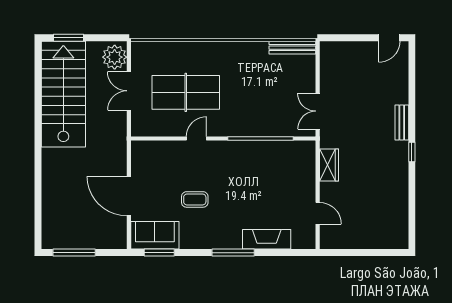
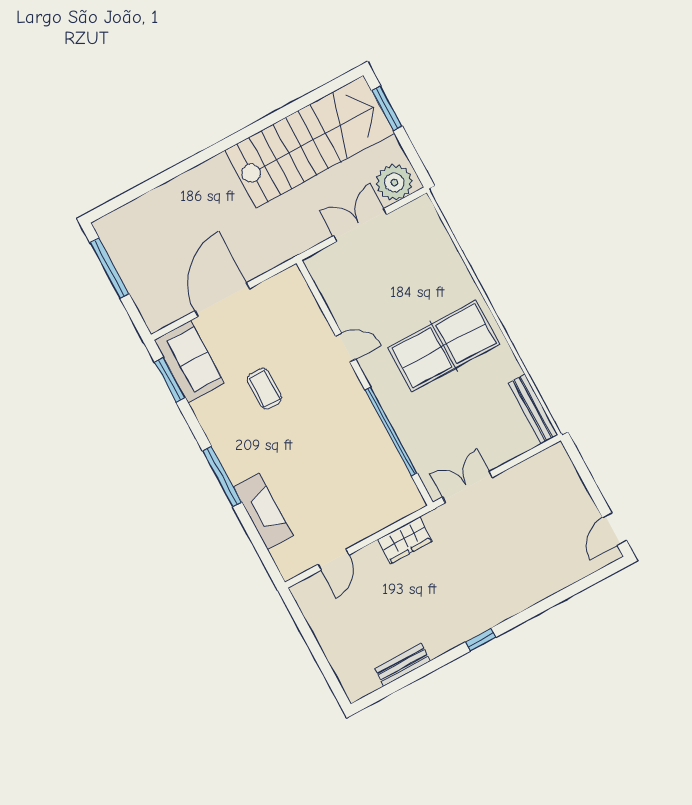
door: (389, 38) -> (614, 529), hinge flipped
table tennis table: (186, 92) -> (444, 346), moved, turned 90
bench: (402, 123) -> (403, 665), moved

